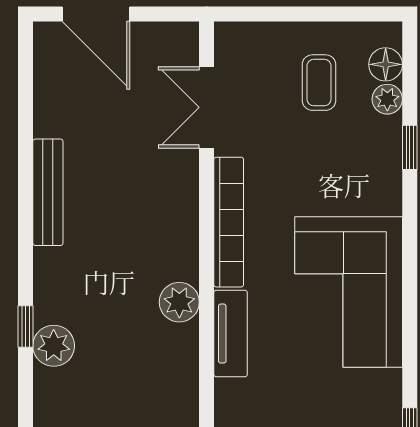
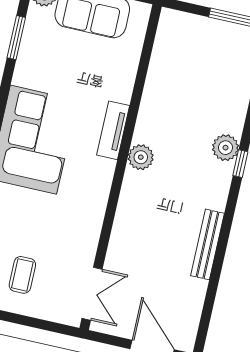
double door: (207, 107) -> (92, 294), moved
bookcase: (229, 222) -> (99, 200), removed

